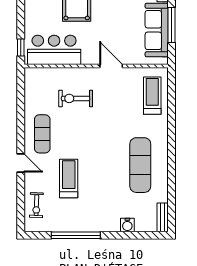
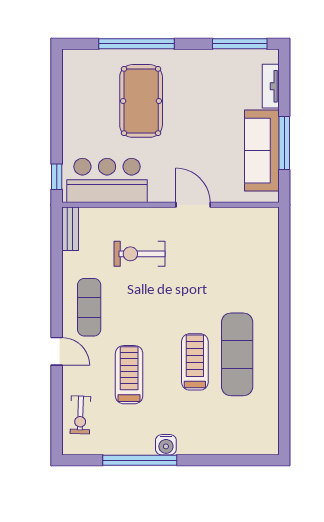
treadmill: (152, 96) -> (195, 362), moved
bench: (163, 217) -> (70, 229), moved
water cooler: (127, 225) -> (166, 445), moved

